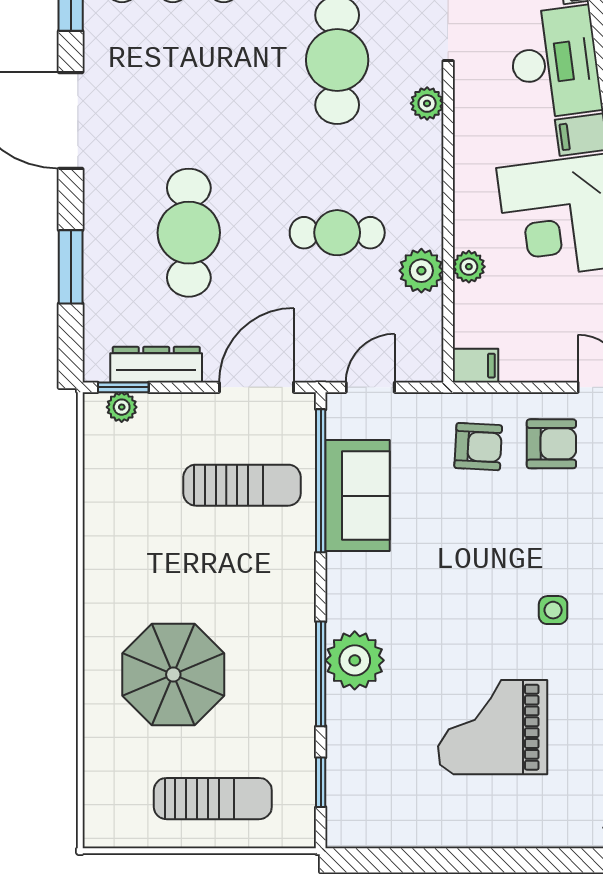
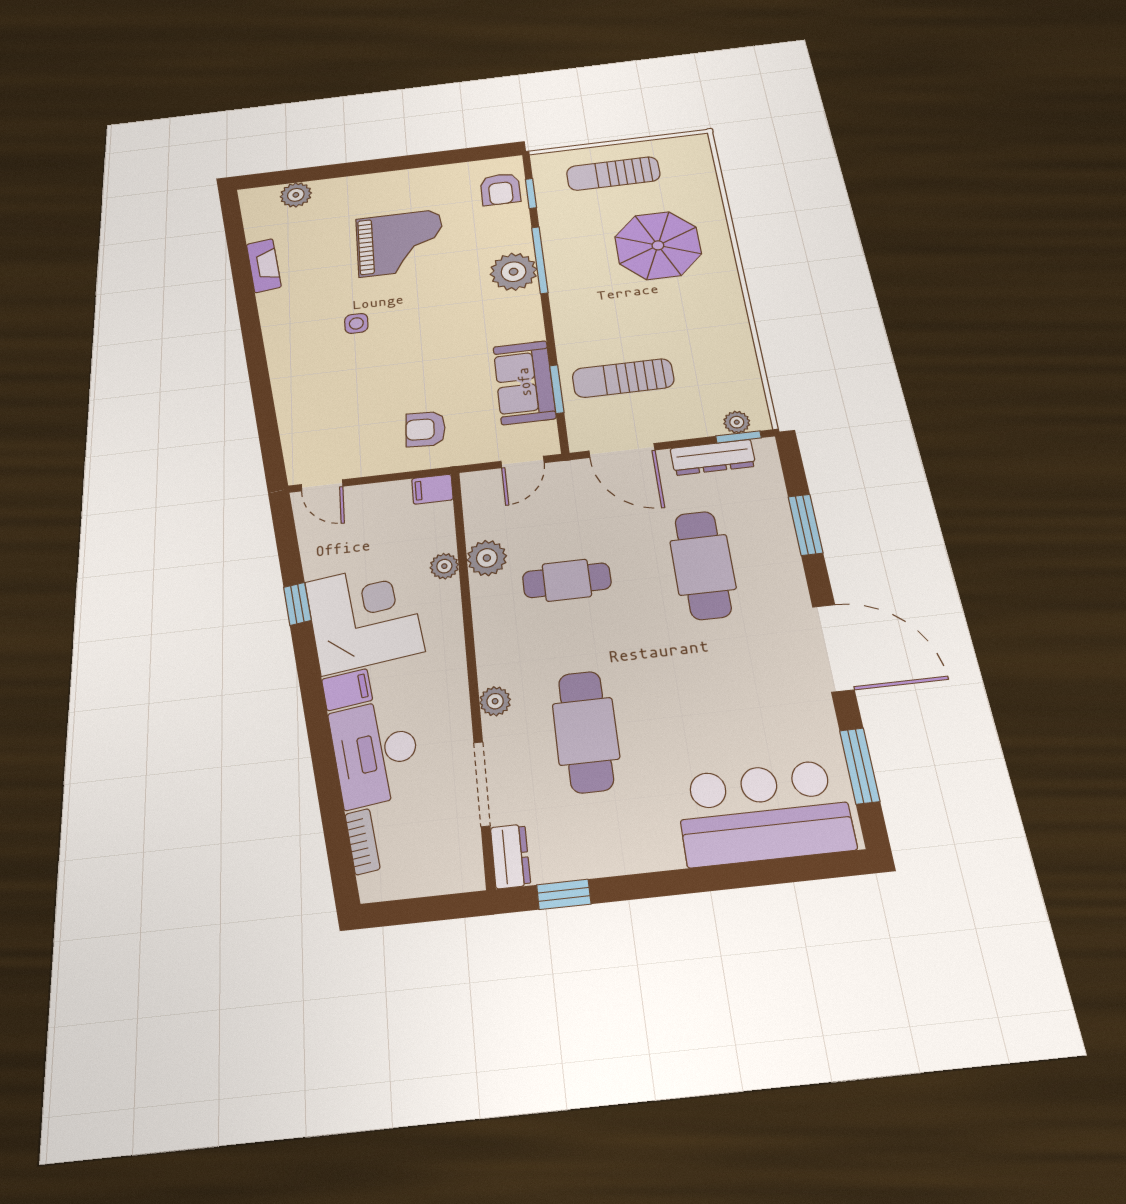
door: (256, 387) -> (622, 450), hinge flipped
armchair: (551, 444) -> (500, 189), moved, turned -90
window: (321, 481) -> (557, 389), width x0.47

